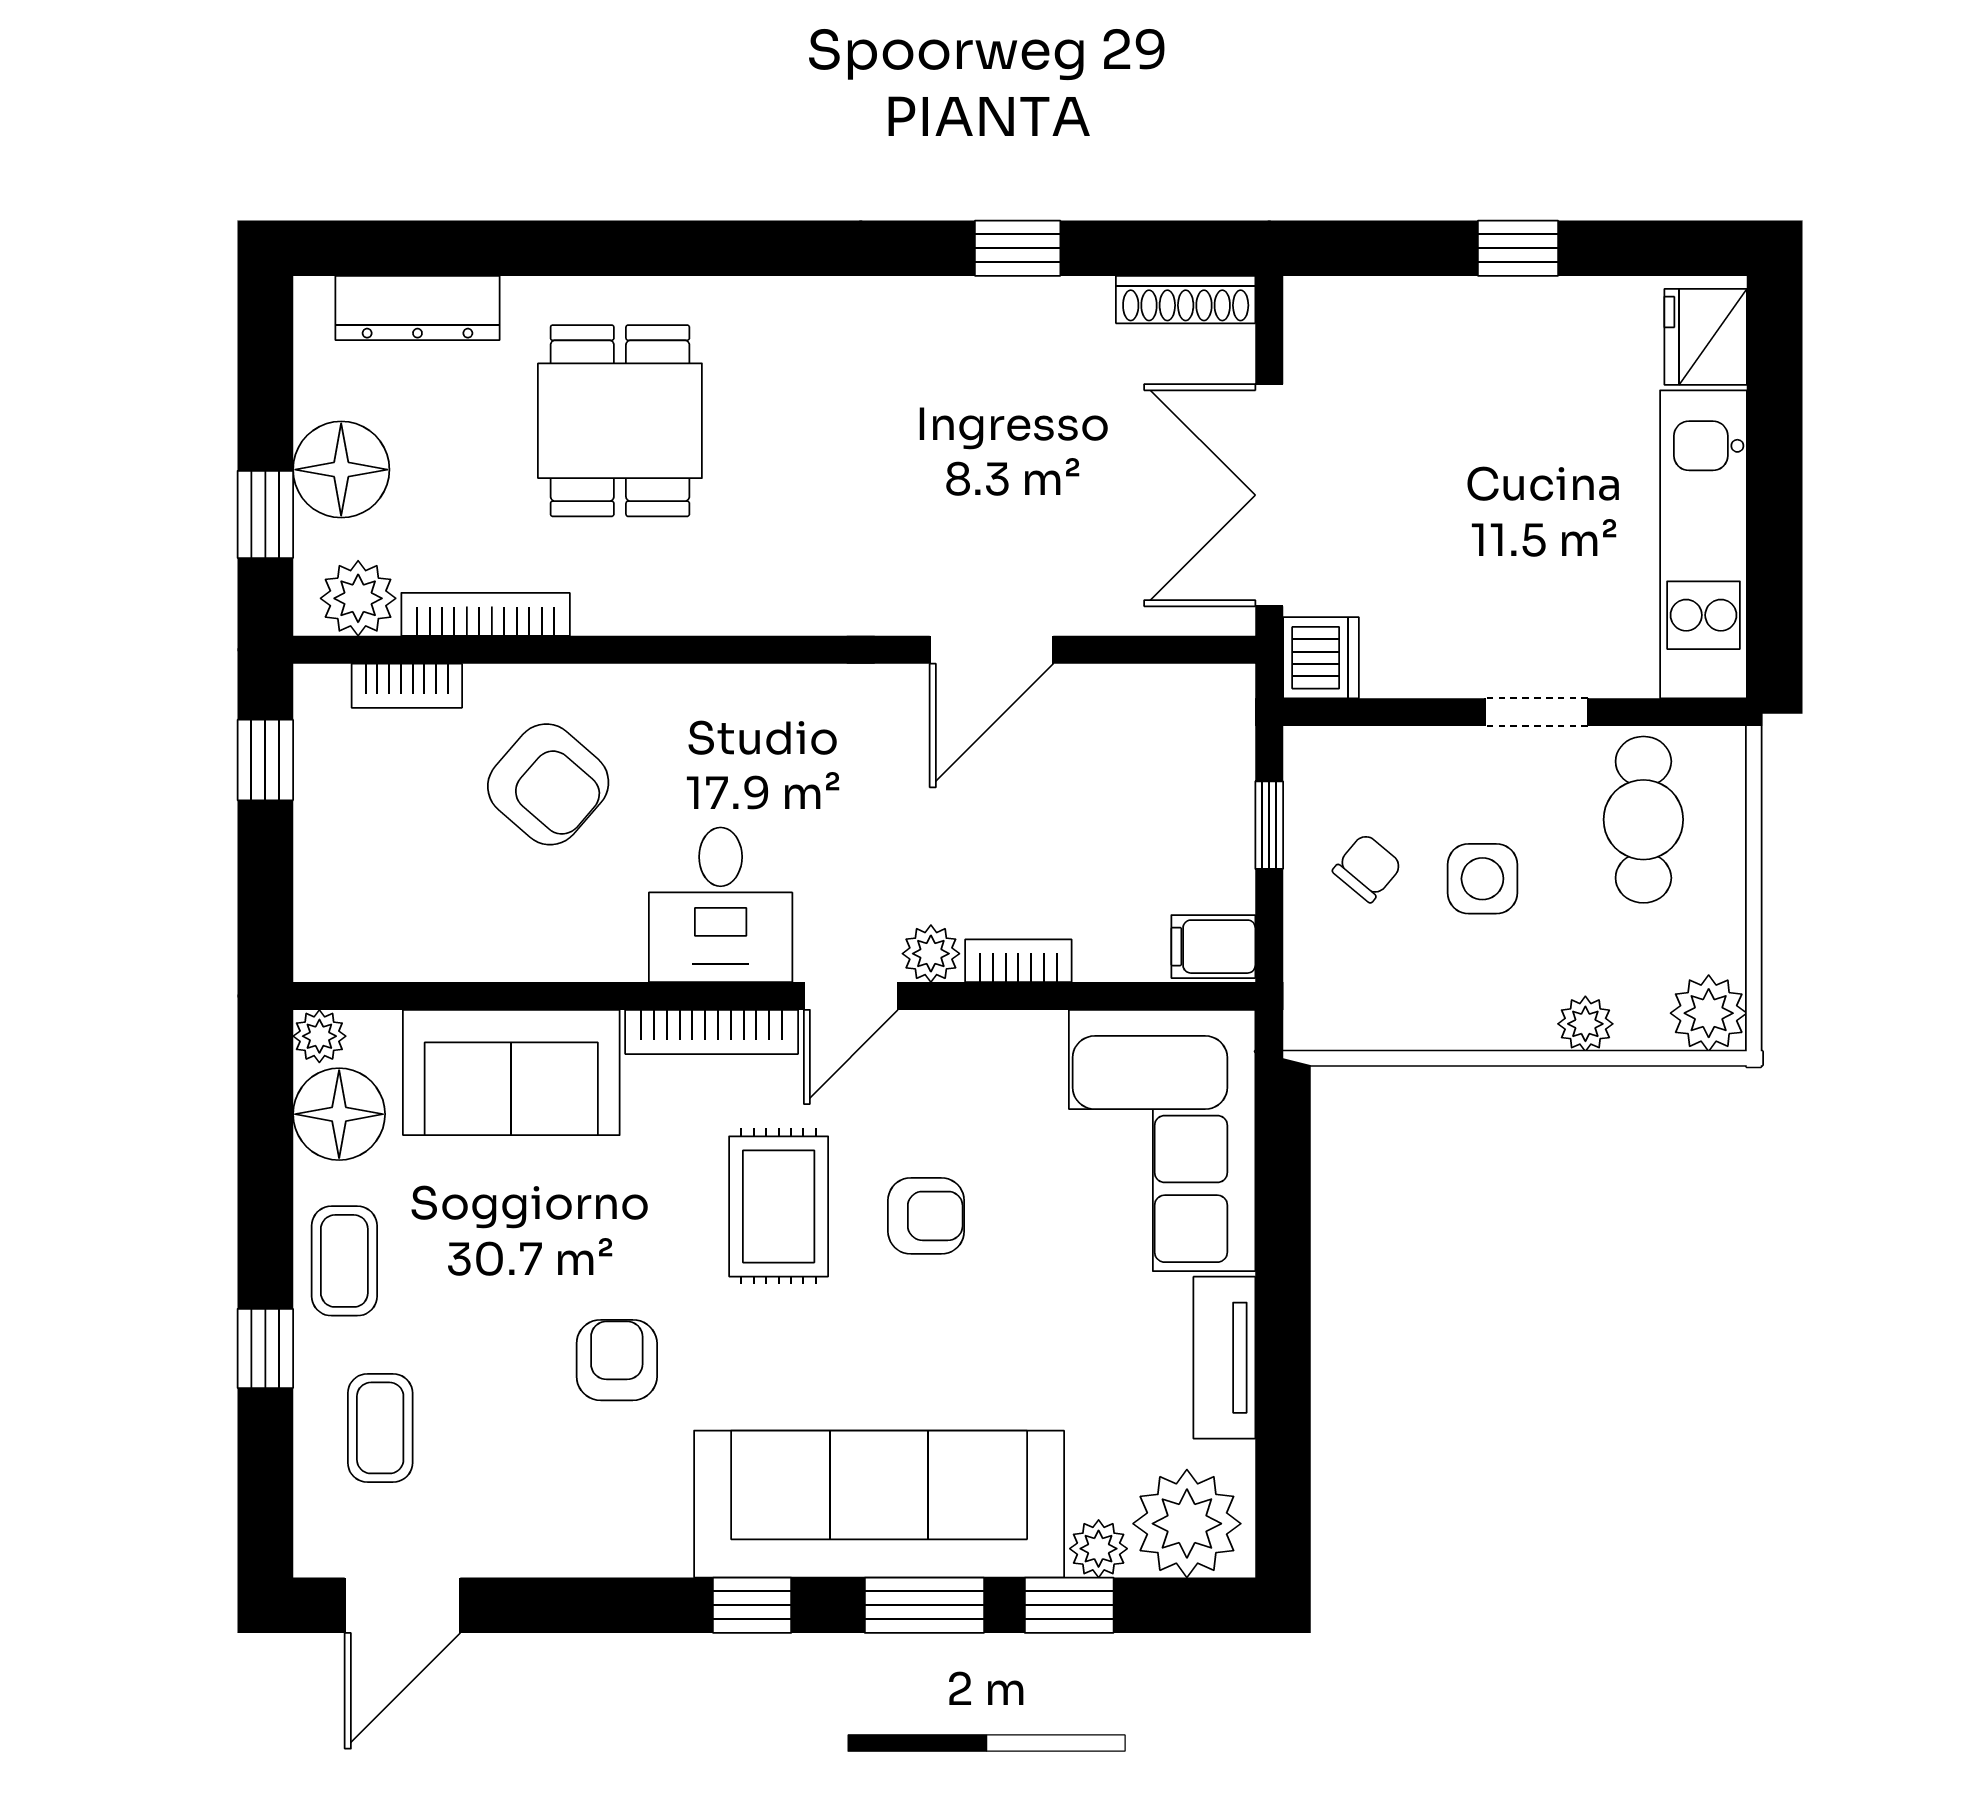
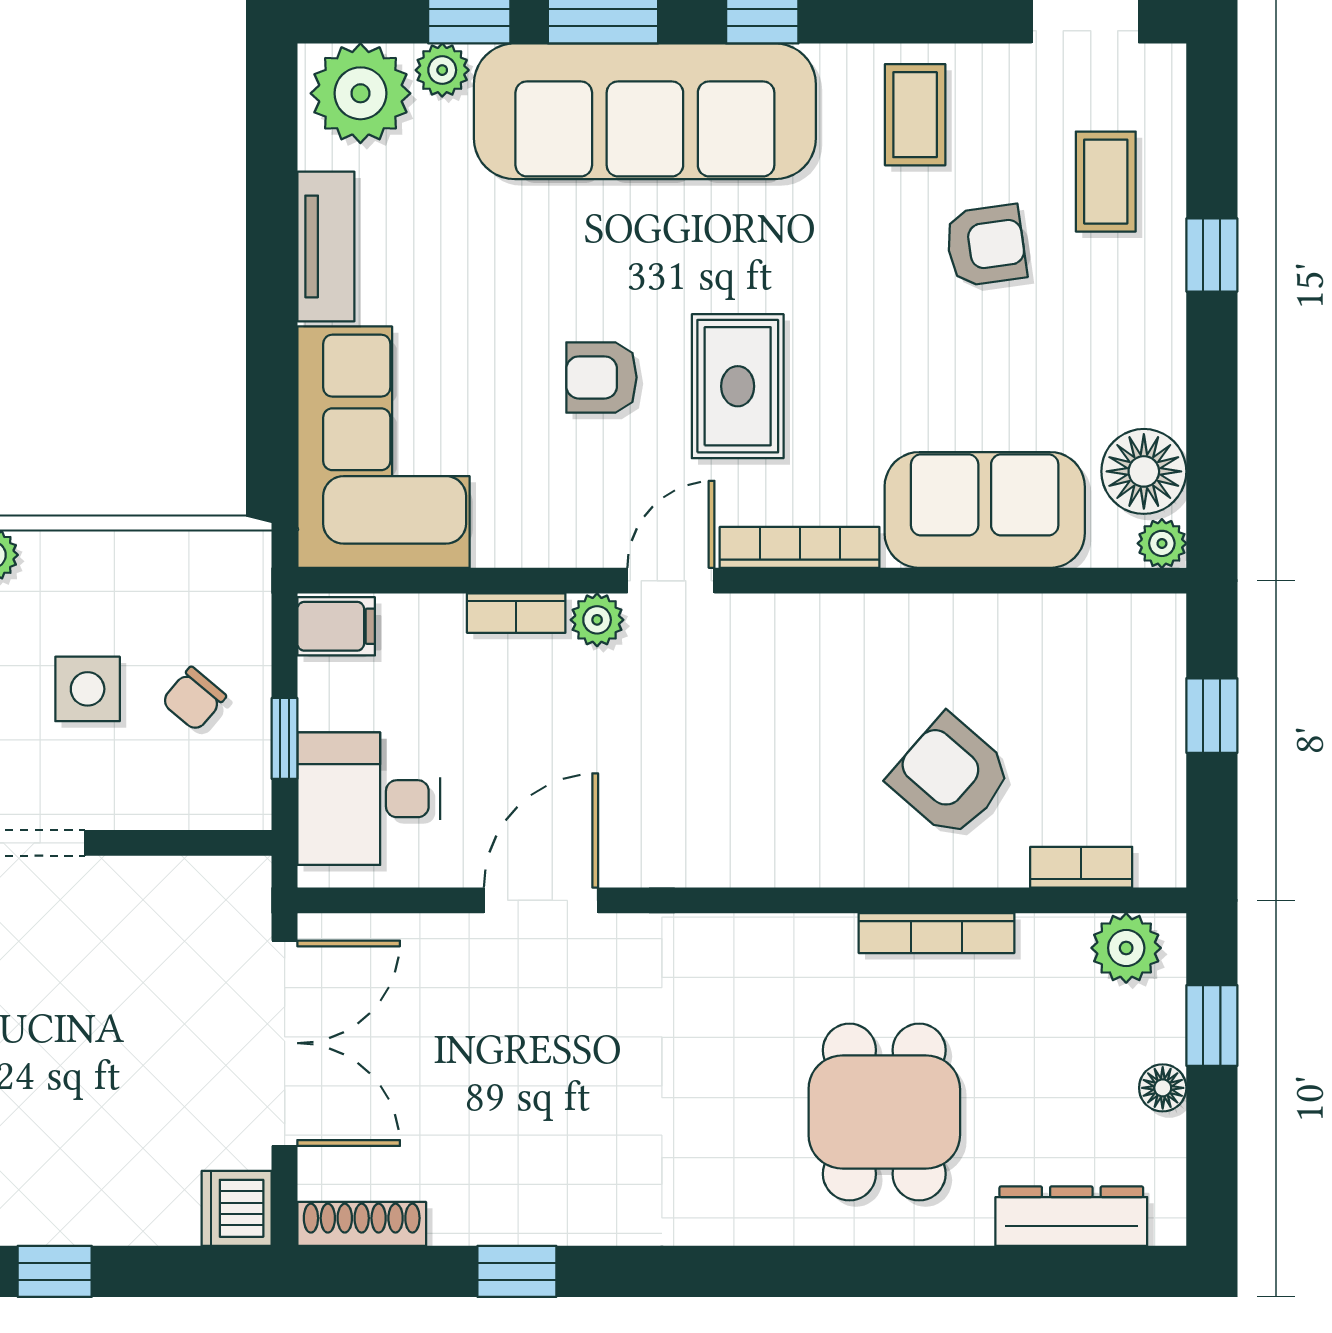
floor lamp: (341, 470) -> (1163, 1088), width x0.53, depth x0.53
bookcase: (486, 614) -> (936, 933), moved
dishwasher: (1321, 658) -> (237, 1208), moved
window: (265, 760) -> (1212, 716), moved
desk: (721, 905) -> (369, 799), moved, turned -90
coffee table: (344, 1261) -> (915, 115), moved
armchair: (617, 1360) -> (986, 245), moved, turned -98

